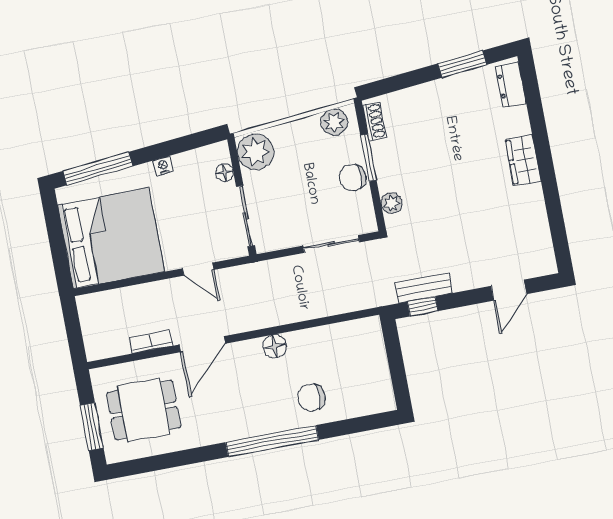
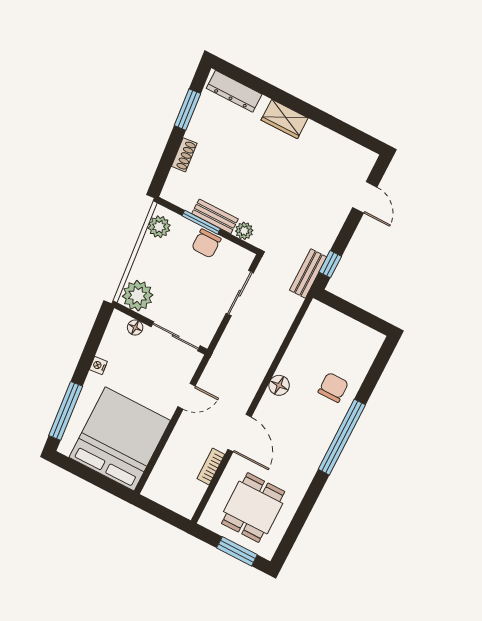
dresser: (511, 85) -> (234, 91), width x1.44
shoe rack: (374, 121) -> (184, 155), moved, turned 85
bench: (384, 166) -> (215, 216), added
bench: (424, 288) -> (308, 274), moved
chair: (312, 398) -> (333, 387), turned 180

